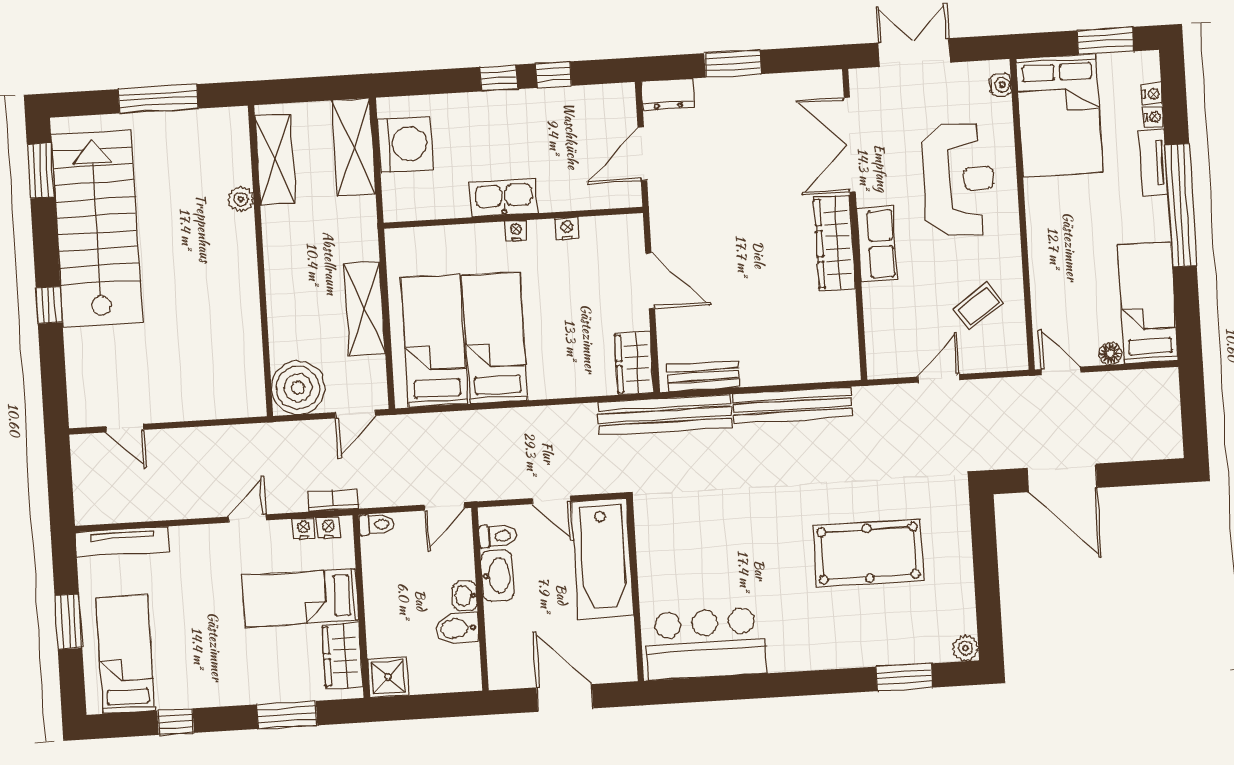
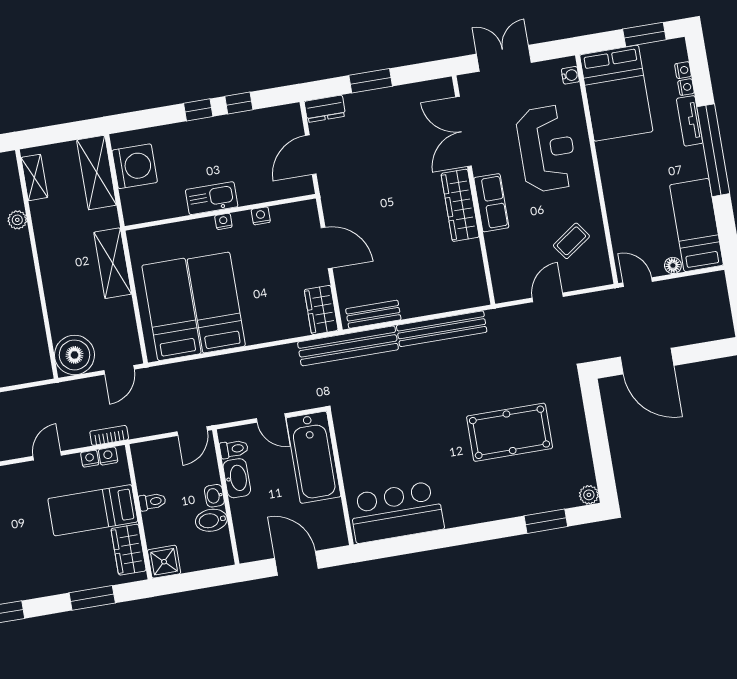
shelving: (275, 159) -> (34, 177), width x0.67, depth x0.75
shelving: (364, 309) -> (113, 263), moved
toilet: (377, 524) -> (152, 502), moved

